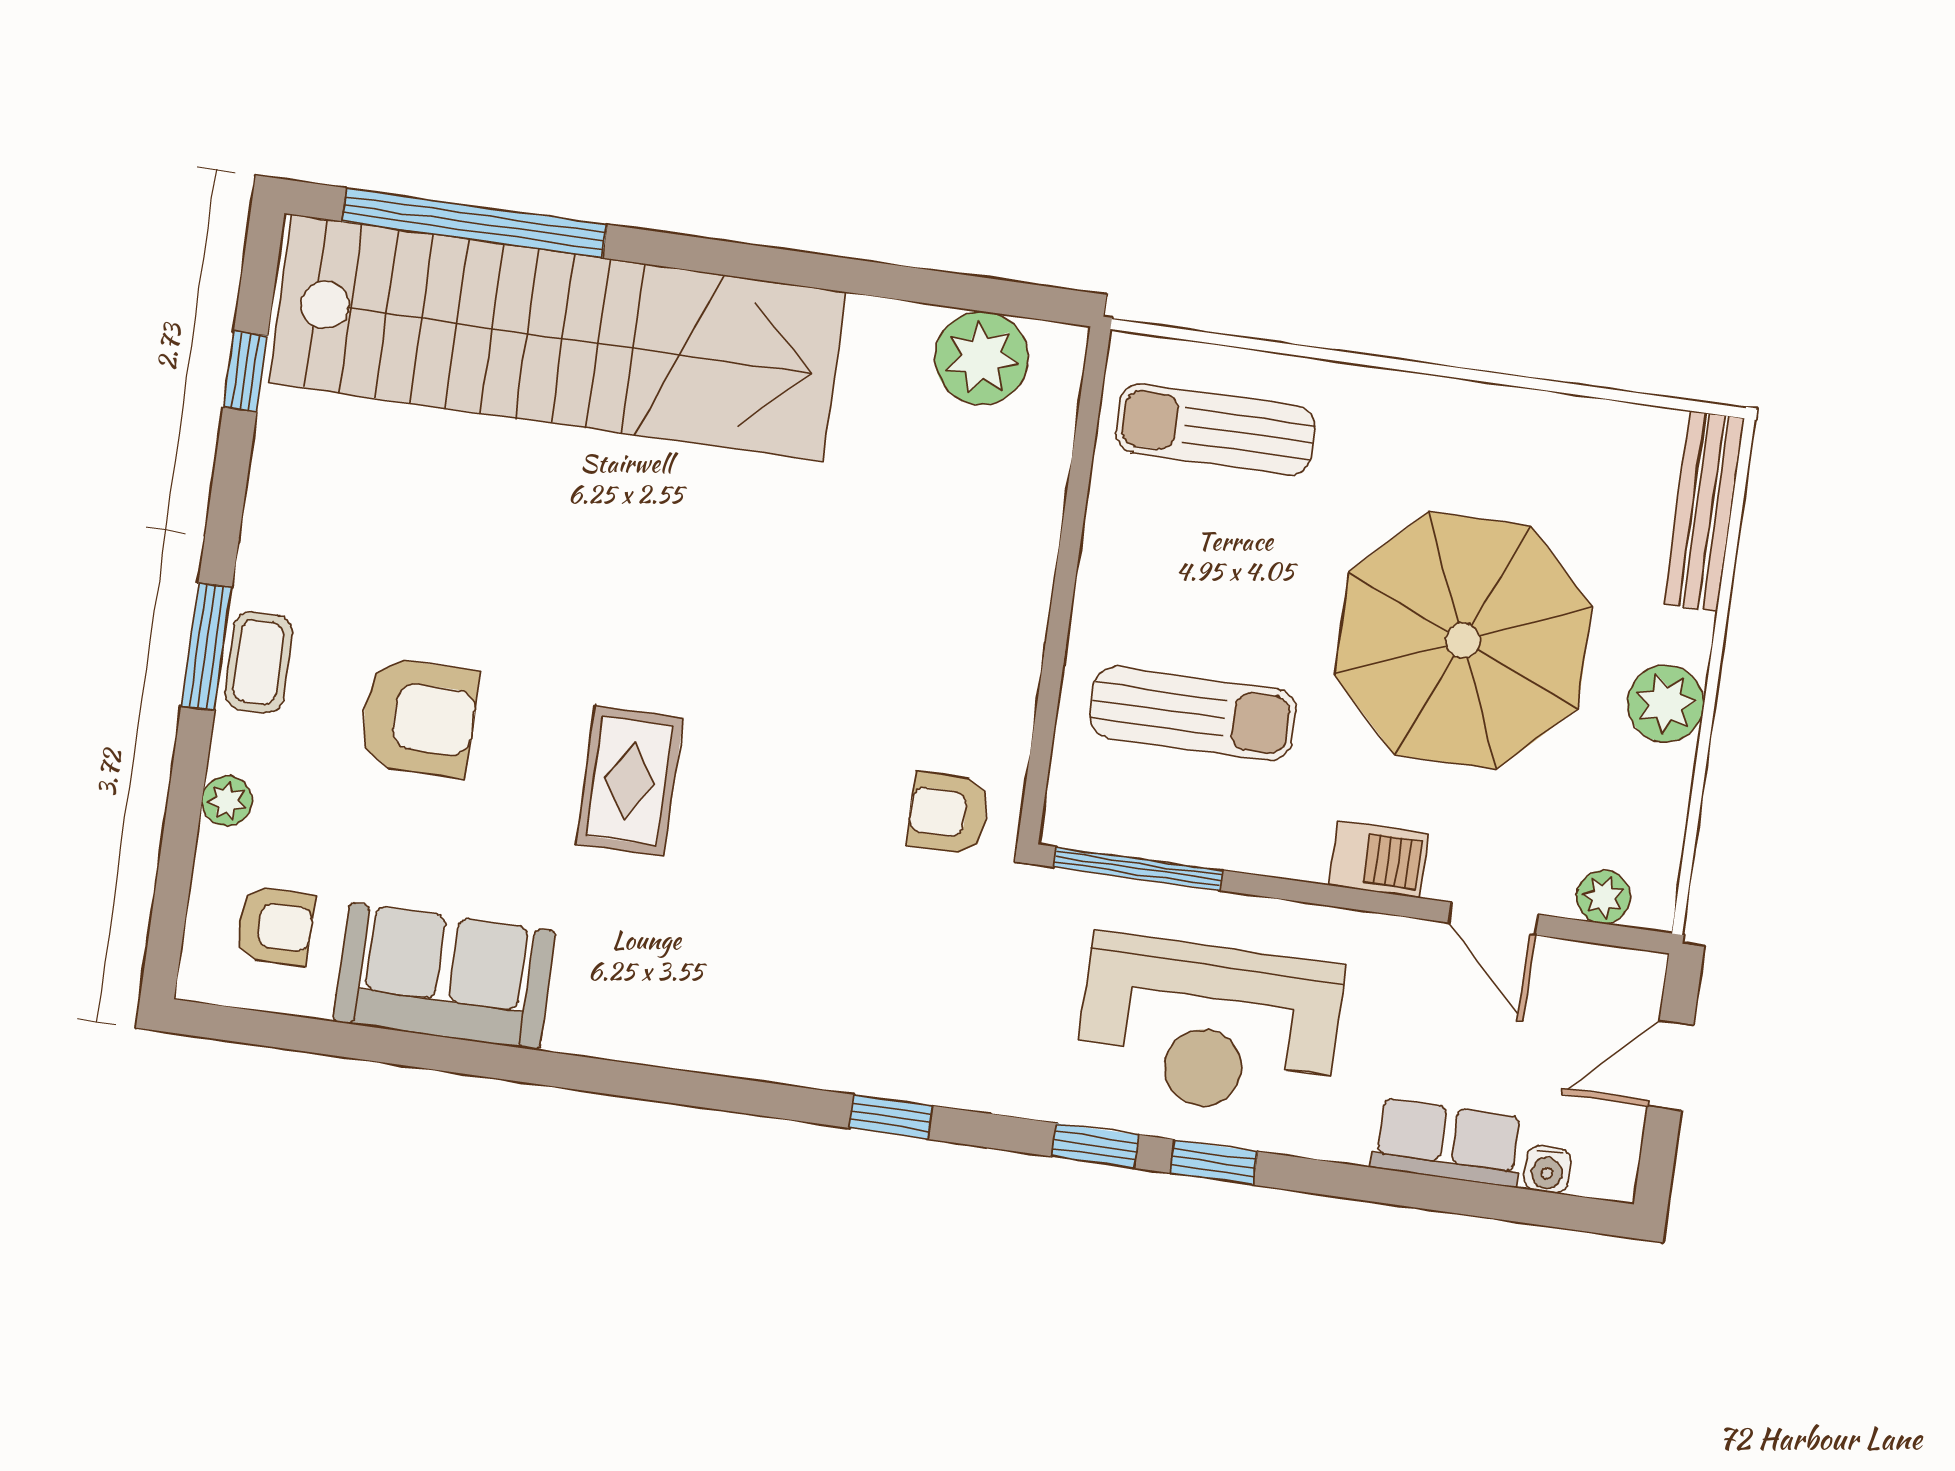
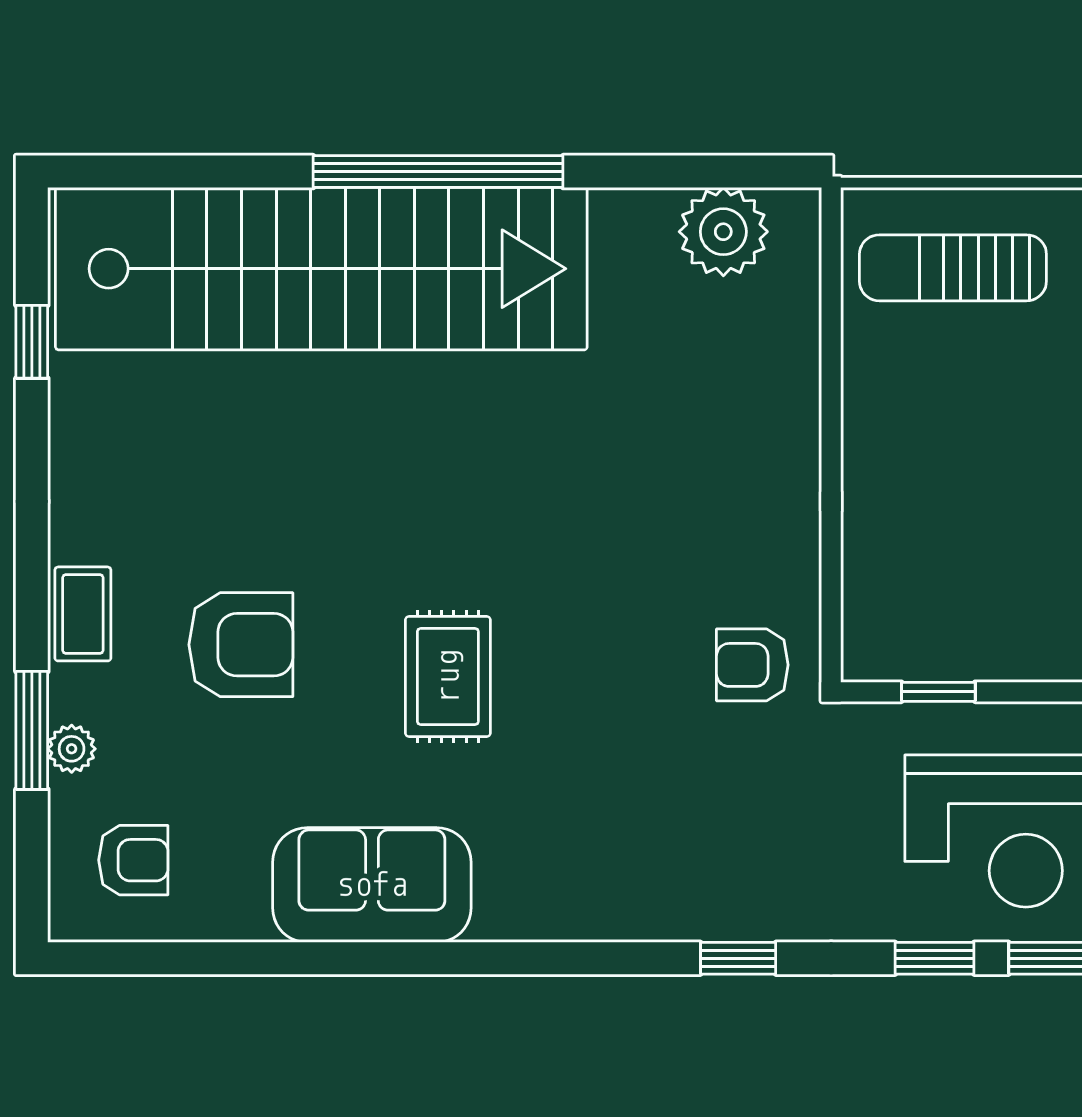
window: (474, 223) -> (438, 172), moved
window: (207, 647) -> (32, 730), moved
sun lounger: (1193, 714) -> (969, 539), removed
window: (1138, 869) -> (938, 692), width x0.46
sofa: (444, 976) -> (372, 885), moved

